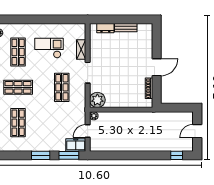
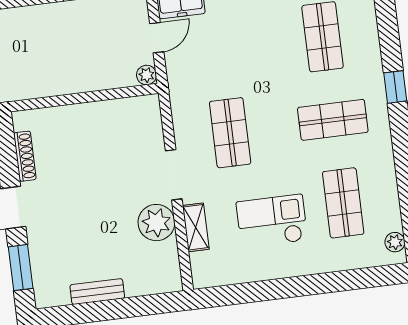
dresser: (105, 28) -> (145, 284), removed
window: (157, 42) -> (21, 268), added
checkout: (49, 48) -> (272, 221), turned 180
plant: (97, 100) -> (156, 223), moved

